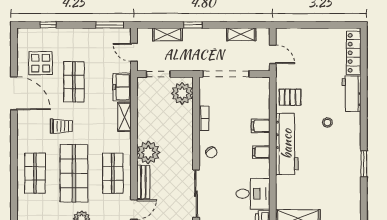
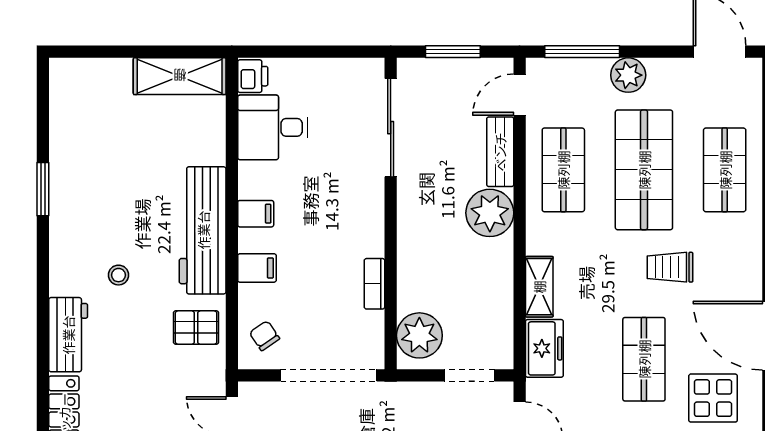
chair: (211, 152) -> (264, 336), moved

